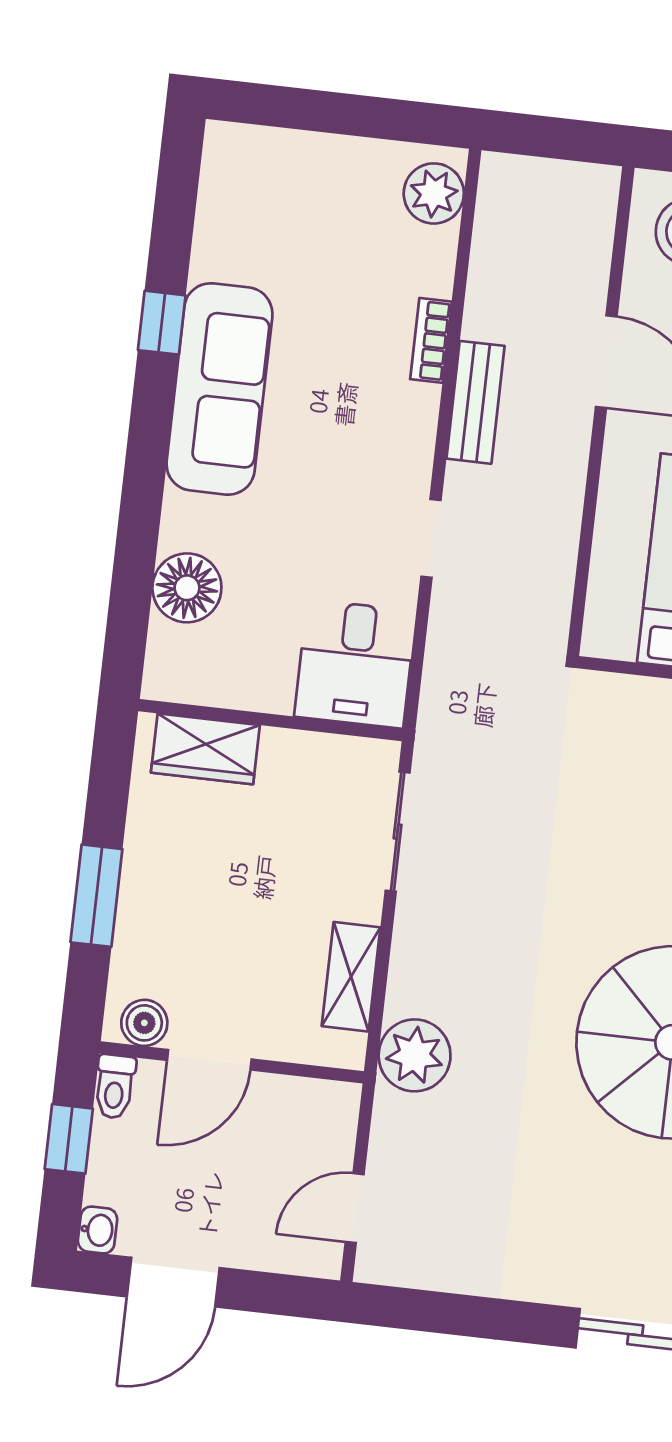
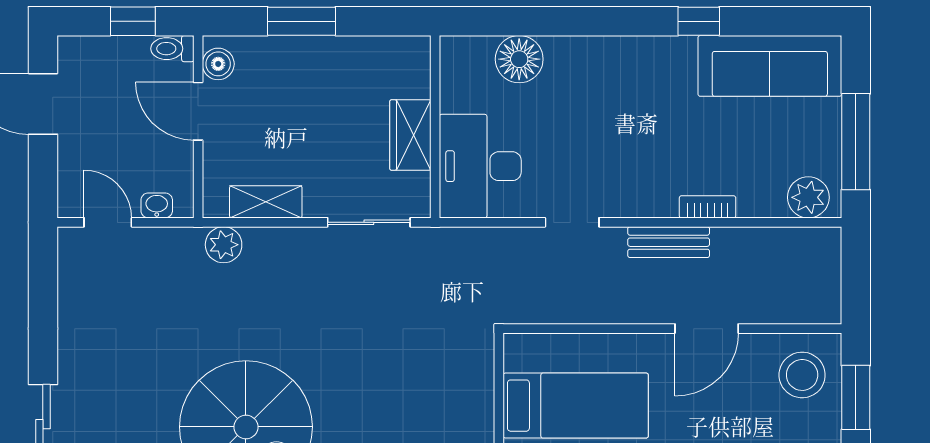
window: (361, 116) -> (856, 142), added
sofa: (219, 389) -> (770, 66), moved
desk: (355, 664) -> (480, 166), width x1.37
wardrobe: (205, 749) -> (410, 135), moved
plant: (415, 1055) -> (224, 245), width x0.73, depth x0.73
washbasin: (98, 1230) -> (157, 205), moved, turned 180

